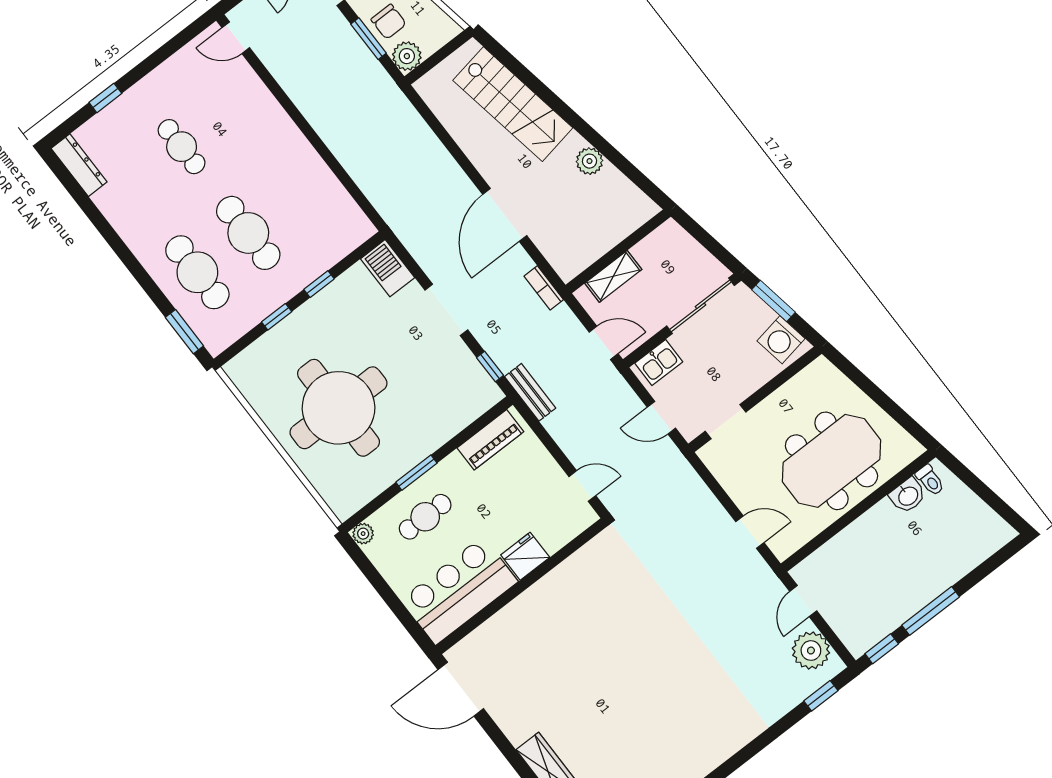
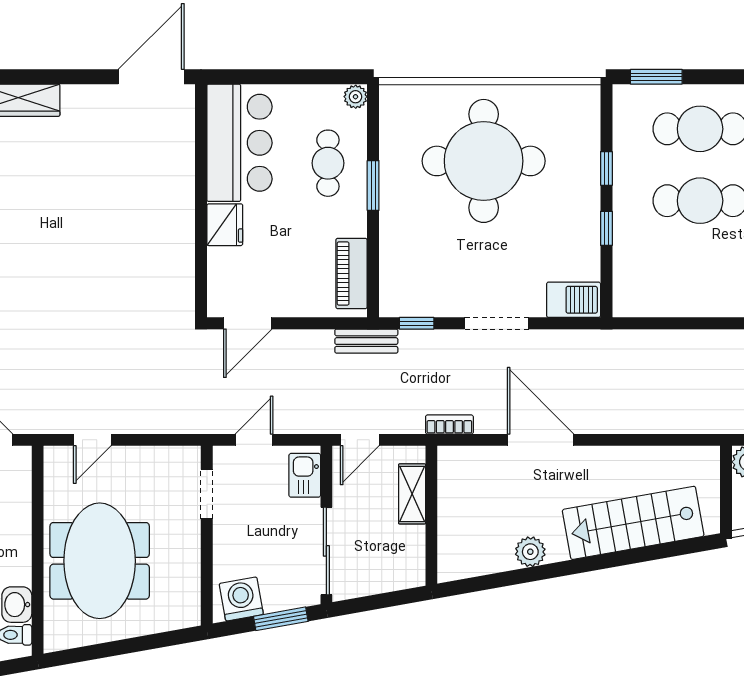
door: (582, 486) -> (248, 323), width x1.38

